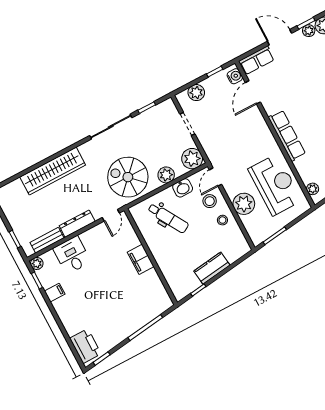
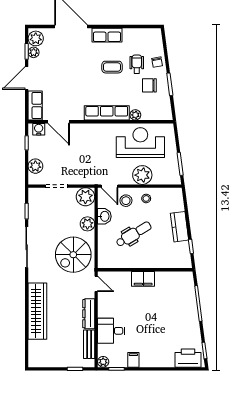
plant: (313, 189) -> (135, 115), moved
dental chair: (168, 218) -> (134, 234), moved

